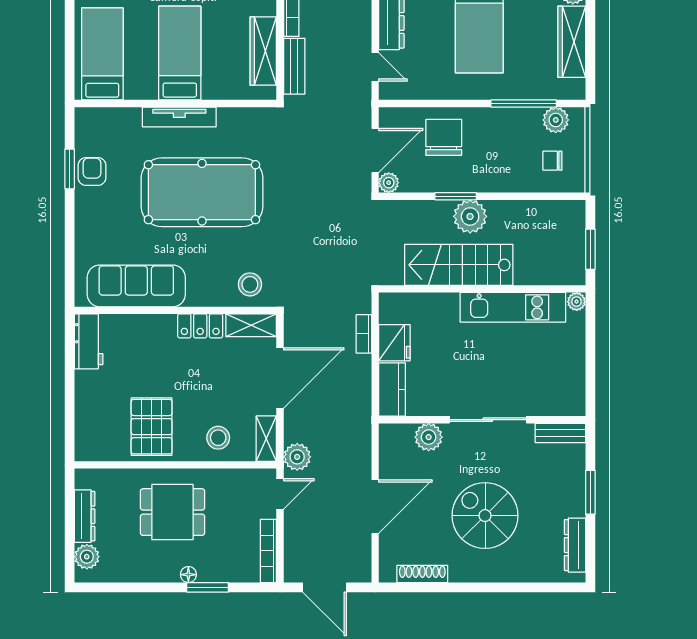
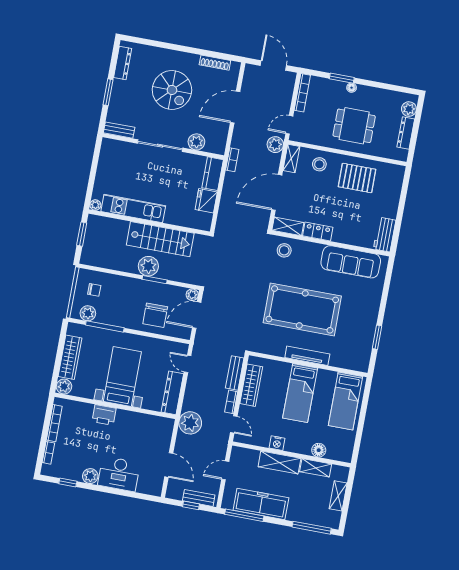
armchair: (92, 172) -> (364, 333), removed
bookcase: (364, 334) -> (232, 160), moved
pallet: (152, 427) -> (357, 178), turned 90

